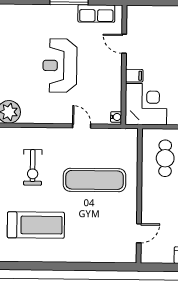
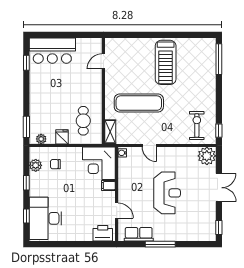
printer: (142, 15) -> (103, 233), added
shelving: (131, 144) -> (110, 132), added
exercise bike: (33, 167) -> (197, 125), moved
treadmill: (36, 225) -> (166, 62), moved, turned -90

